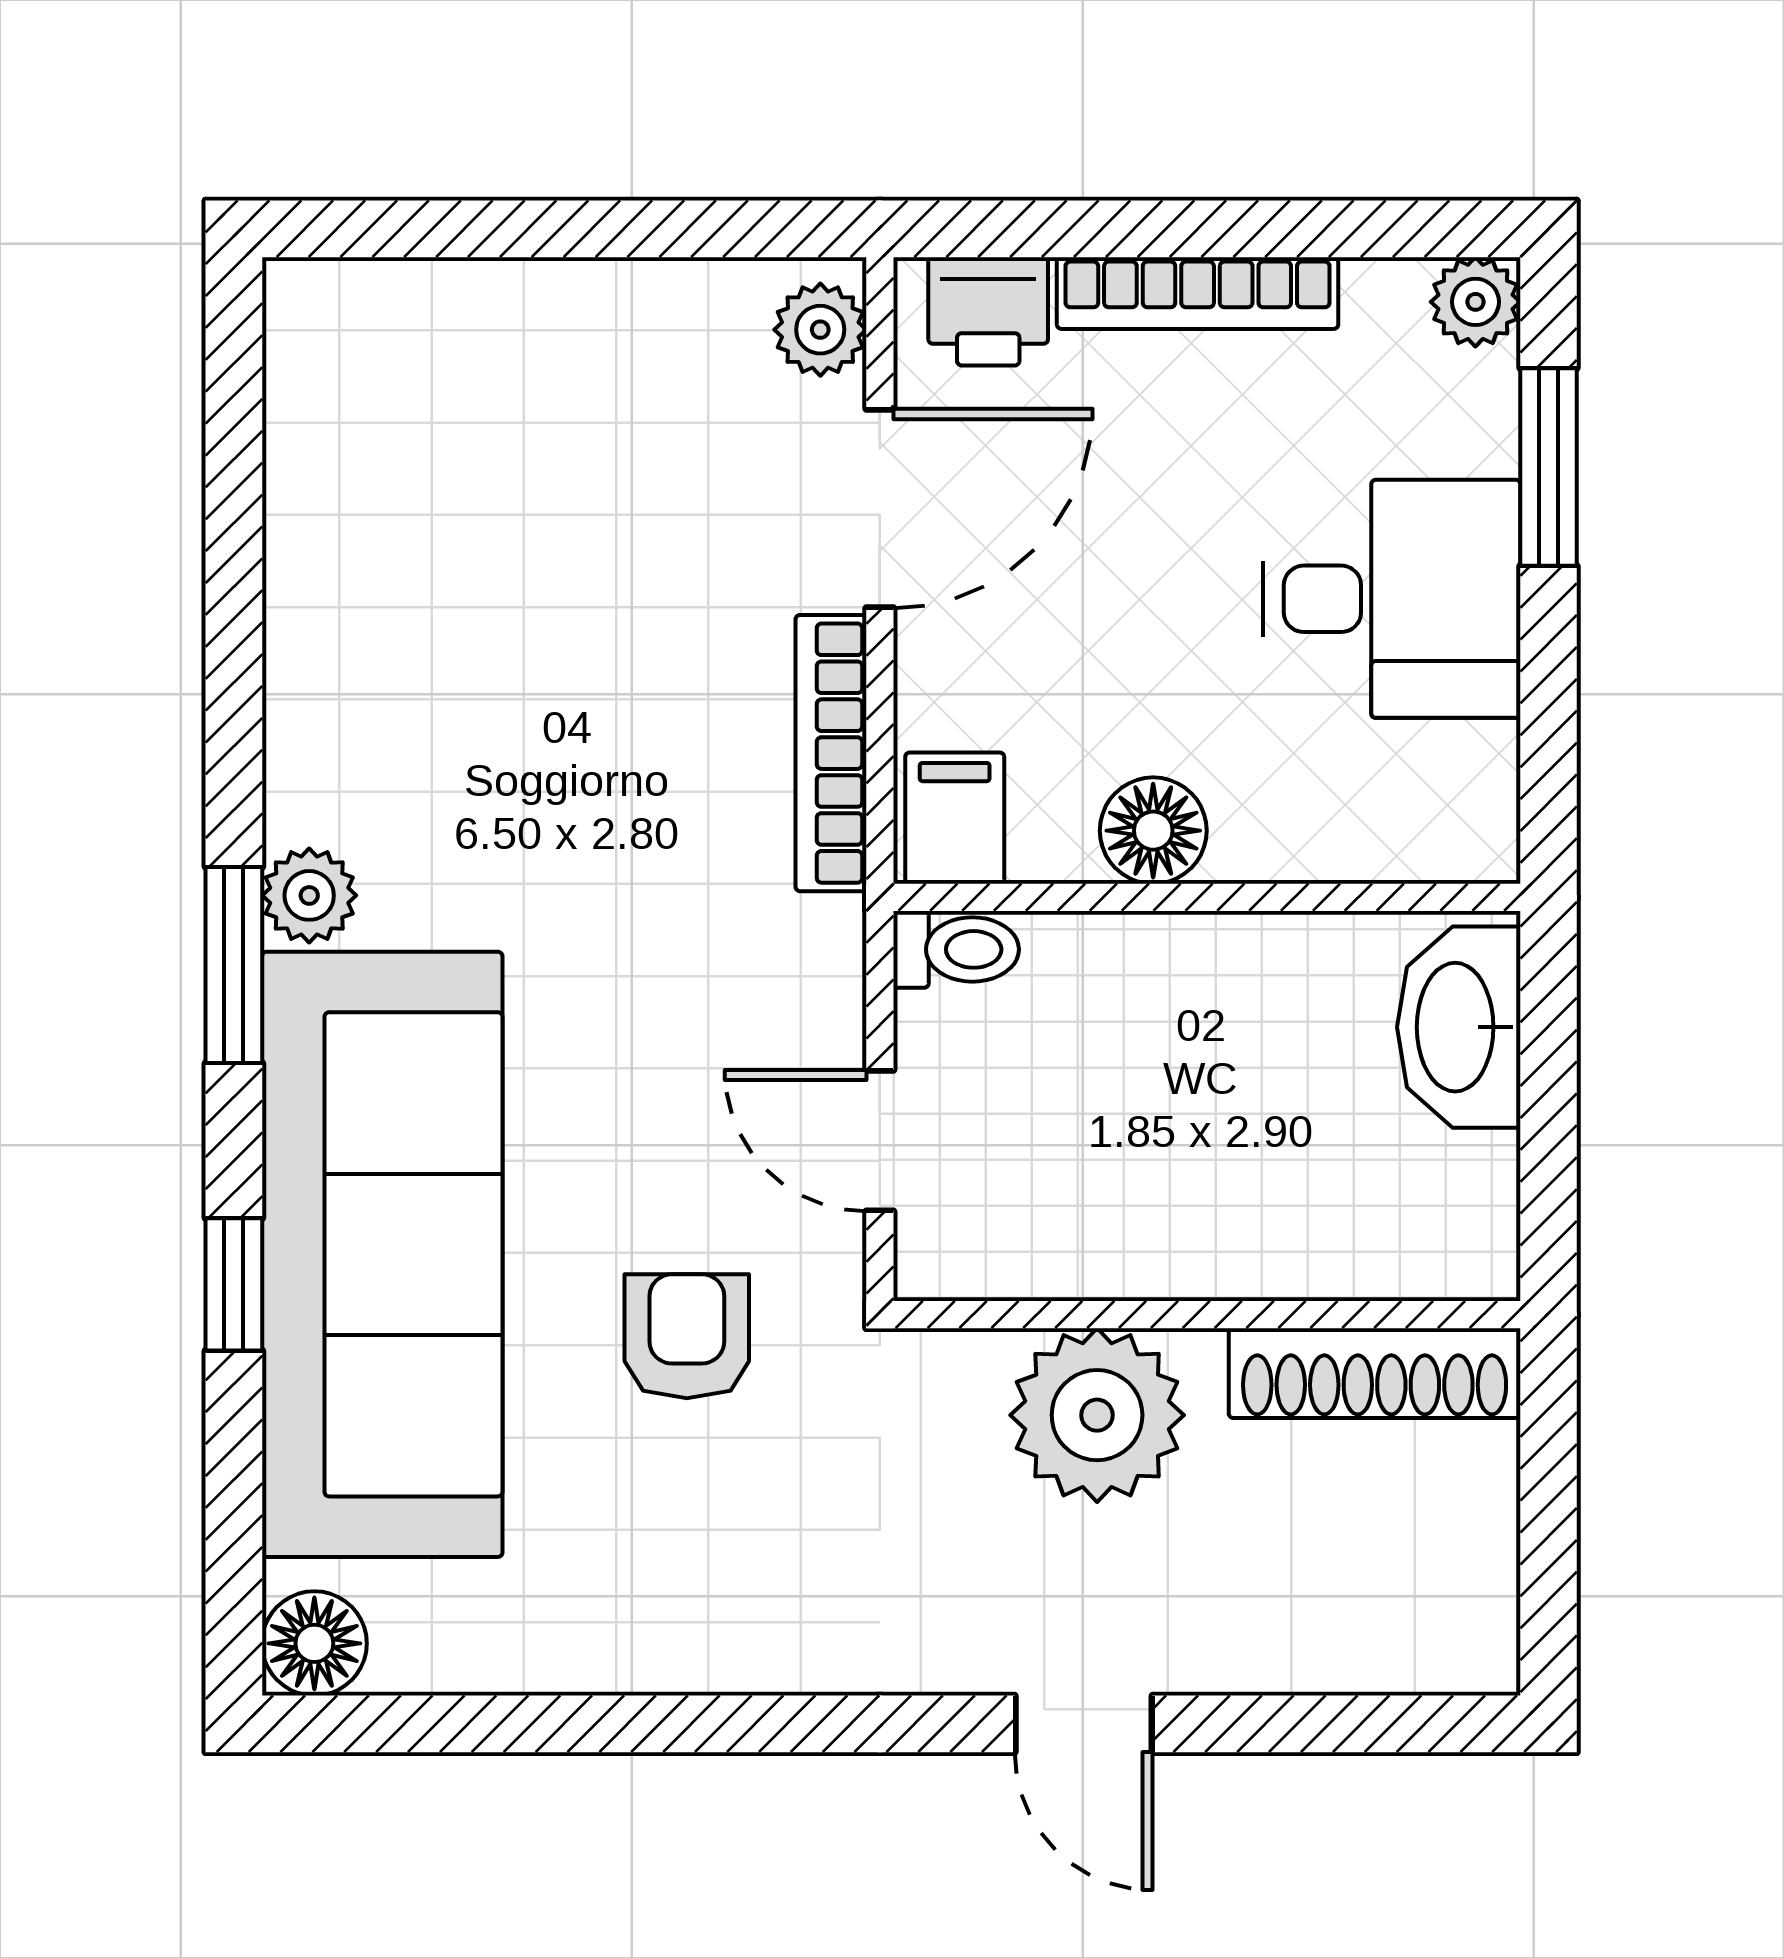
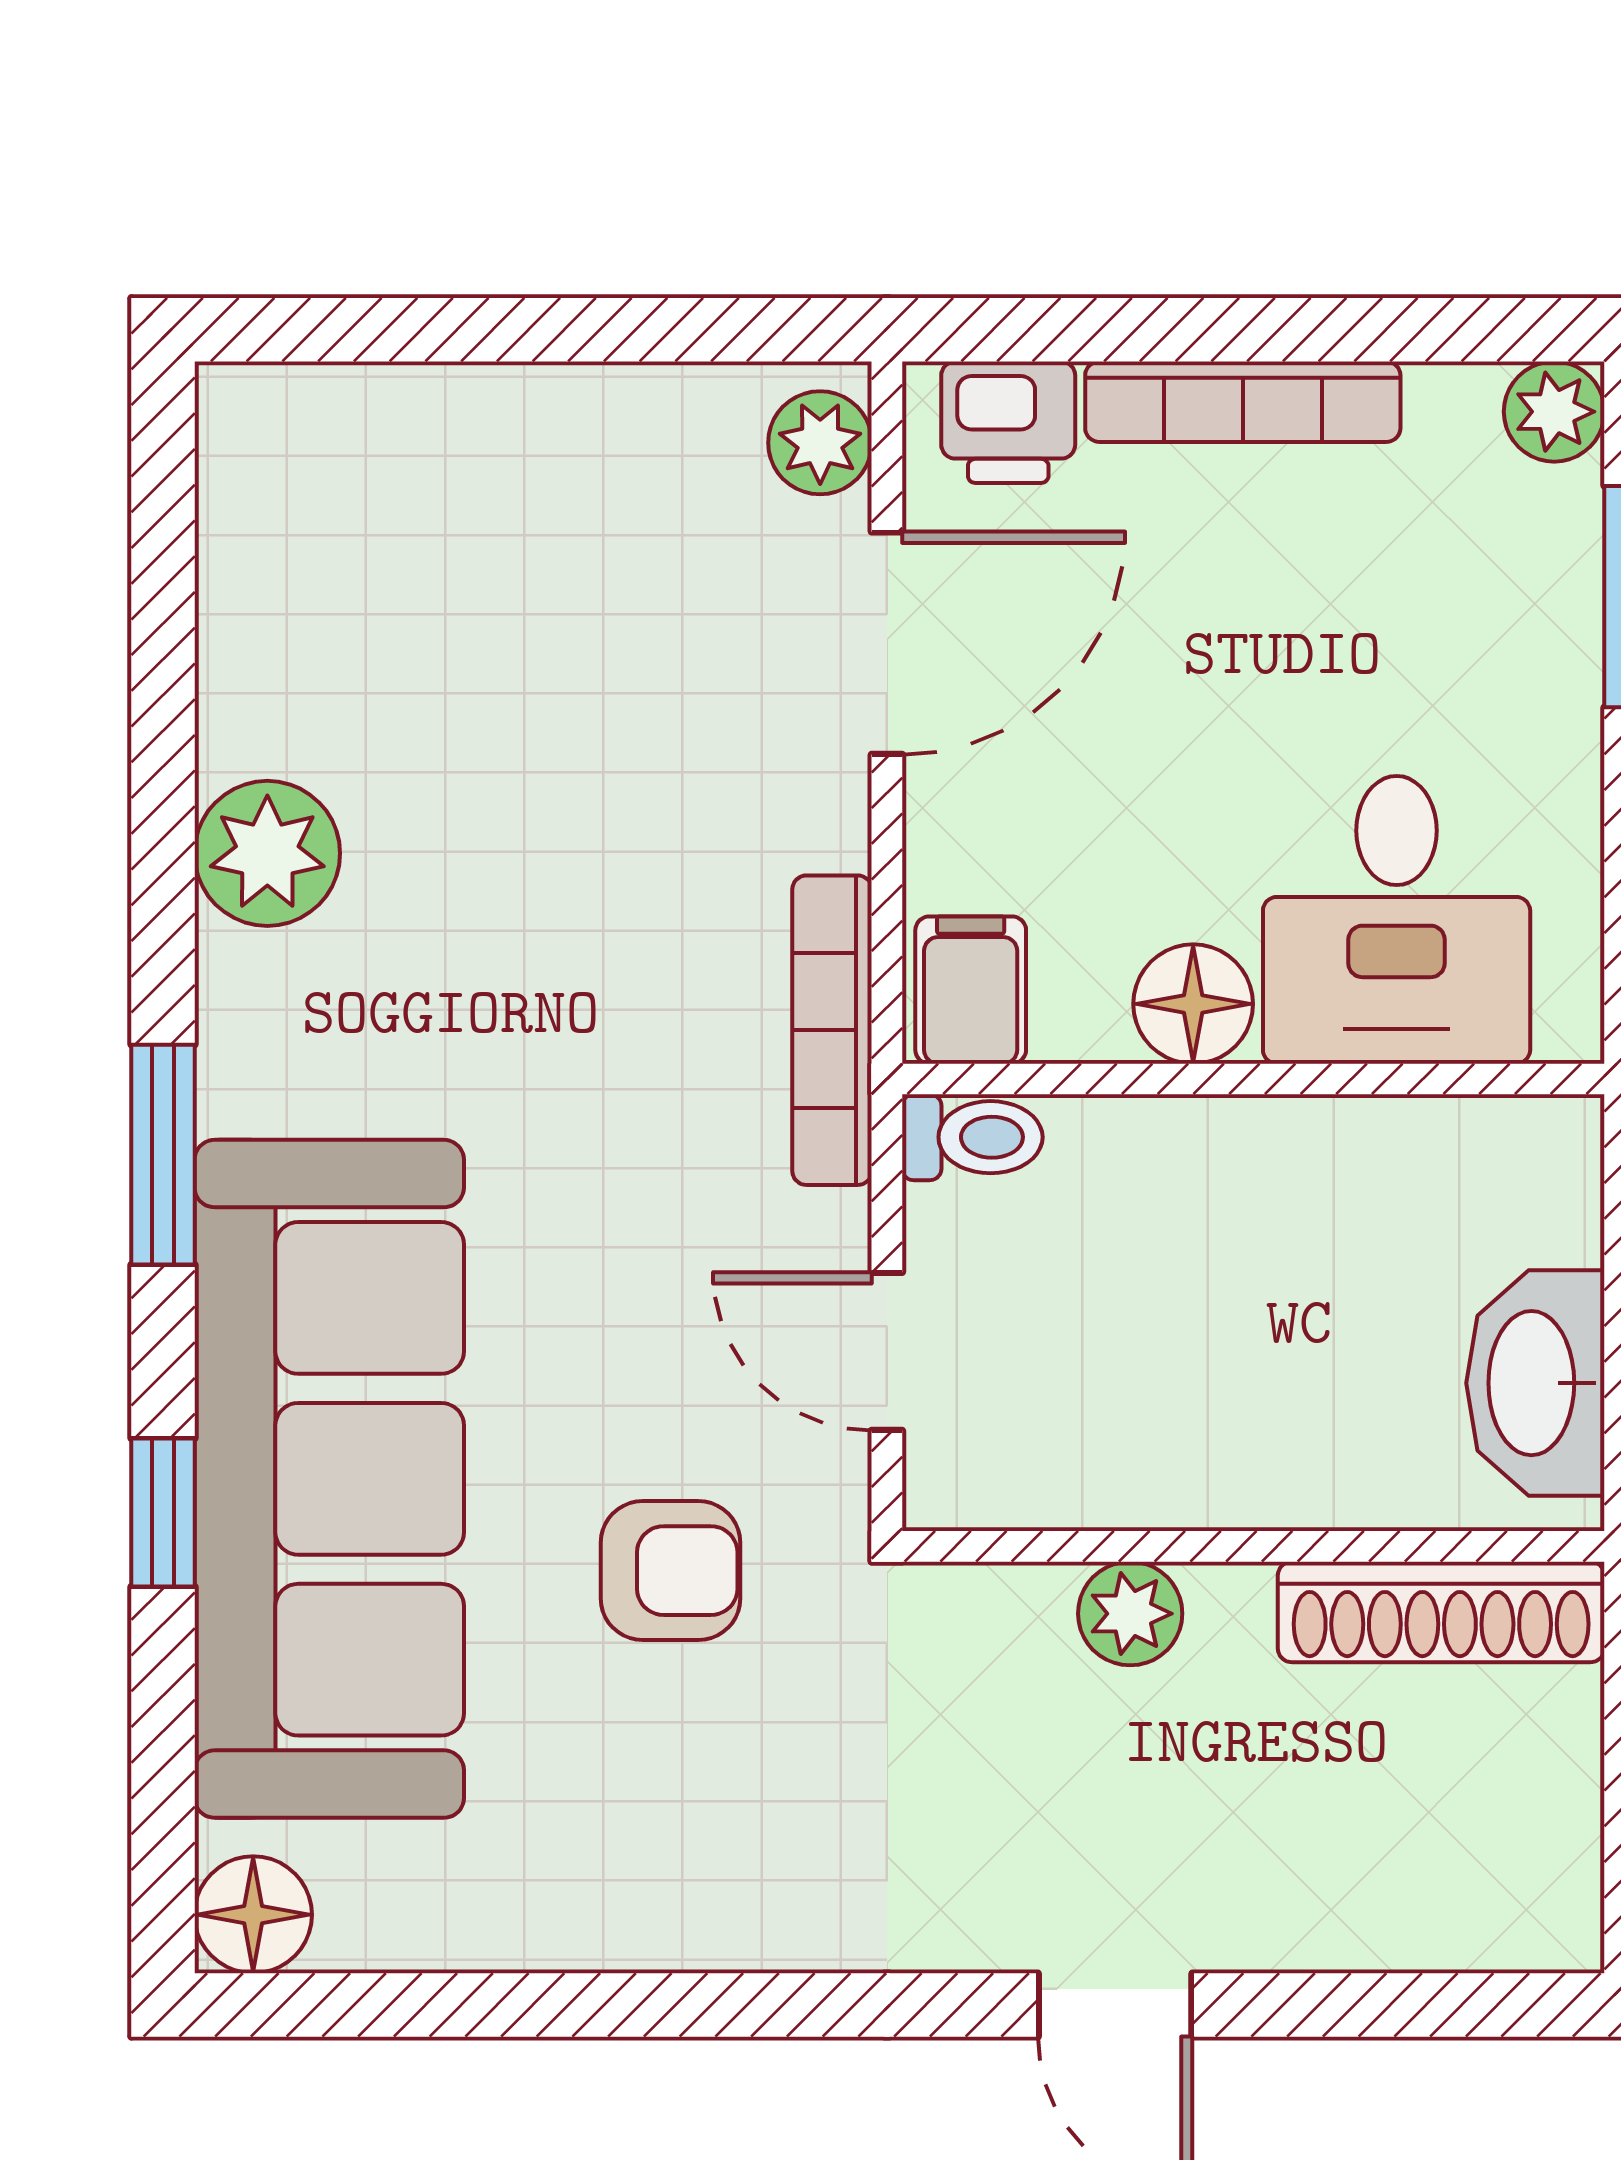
desk: (1392, 599) -> (1397, 920), moved, turned 90
bookcase: (831, 753) -> (832, 1030), moved
plant: (309, 895) -> (267, 853), moved, width x1.38, depth x1.38
washbasin: (1459, 1027) -> (1535, 1383), moved
armchair: (687, 1336) -> (671, 1571), turned 90
plant: (1097, 1415) -> (1130, 1614), width x0.53, depth x0.53

